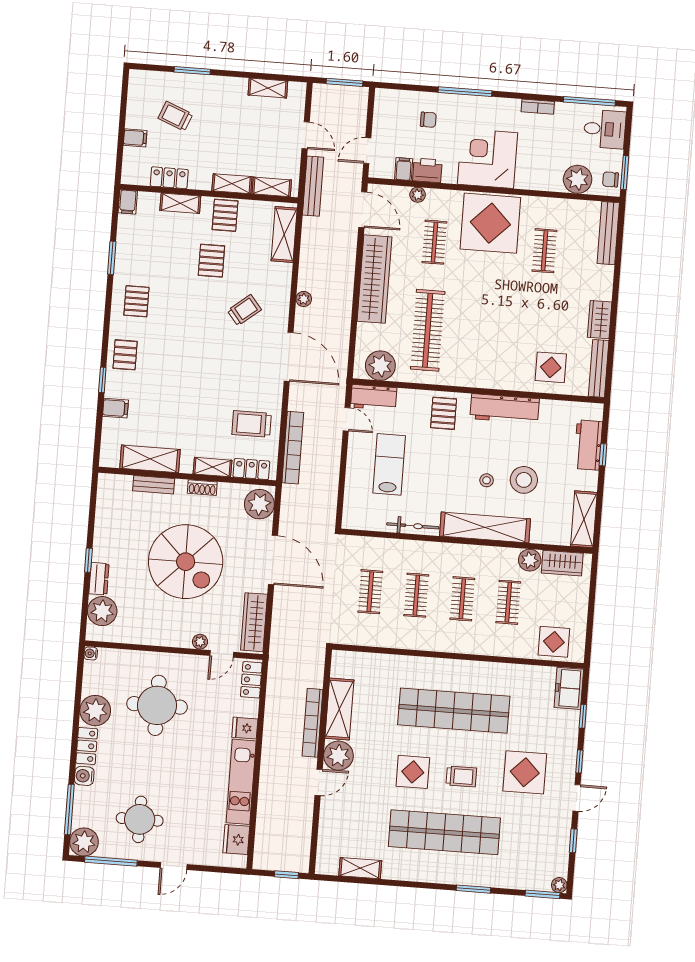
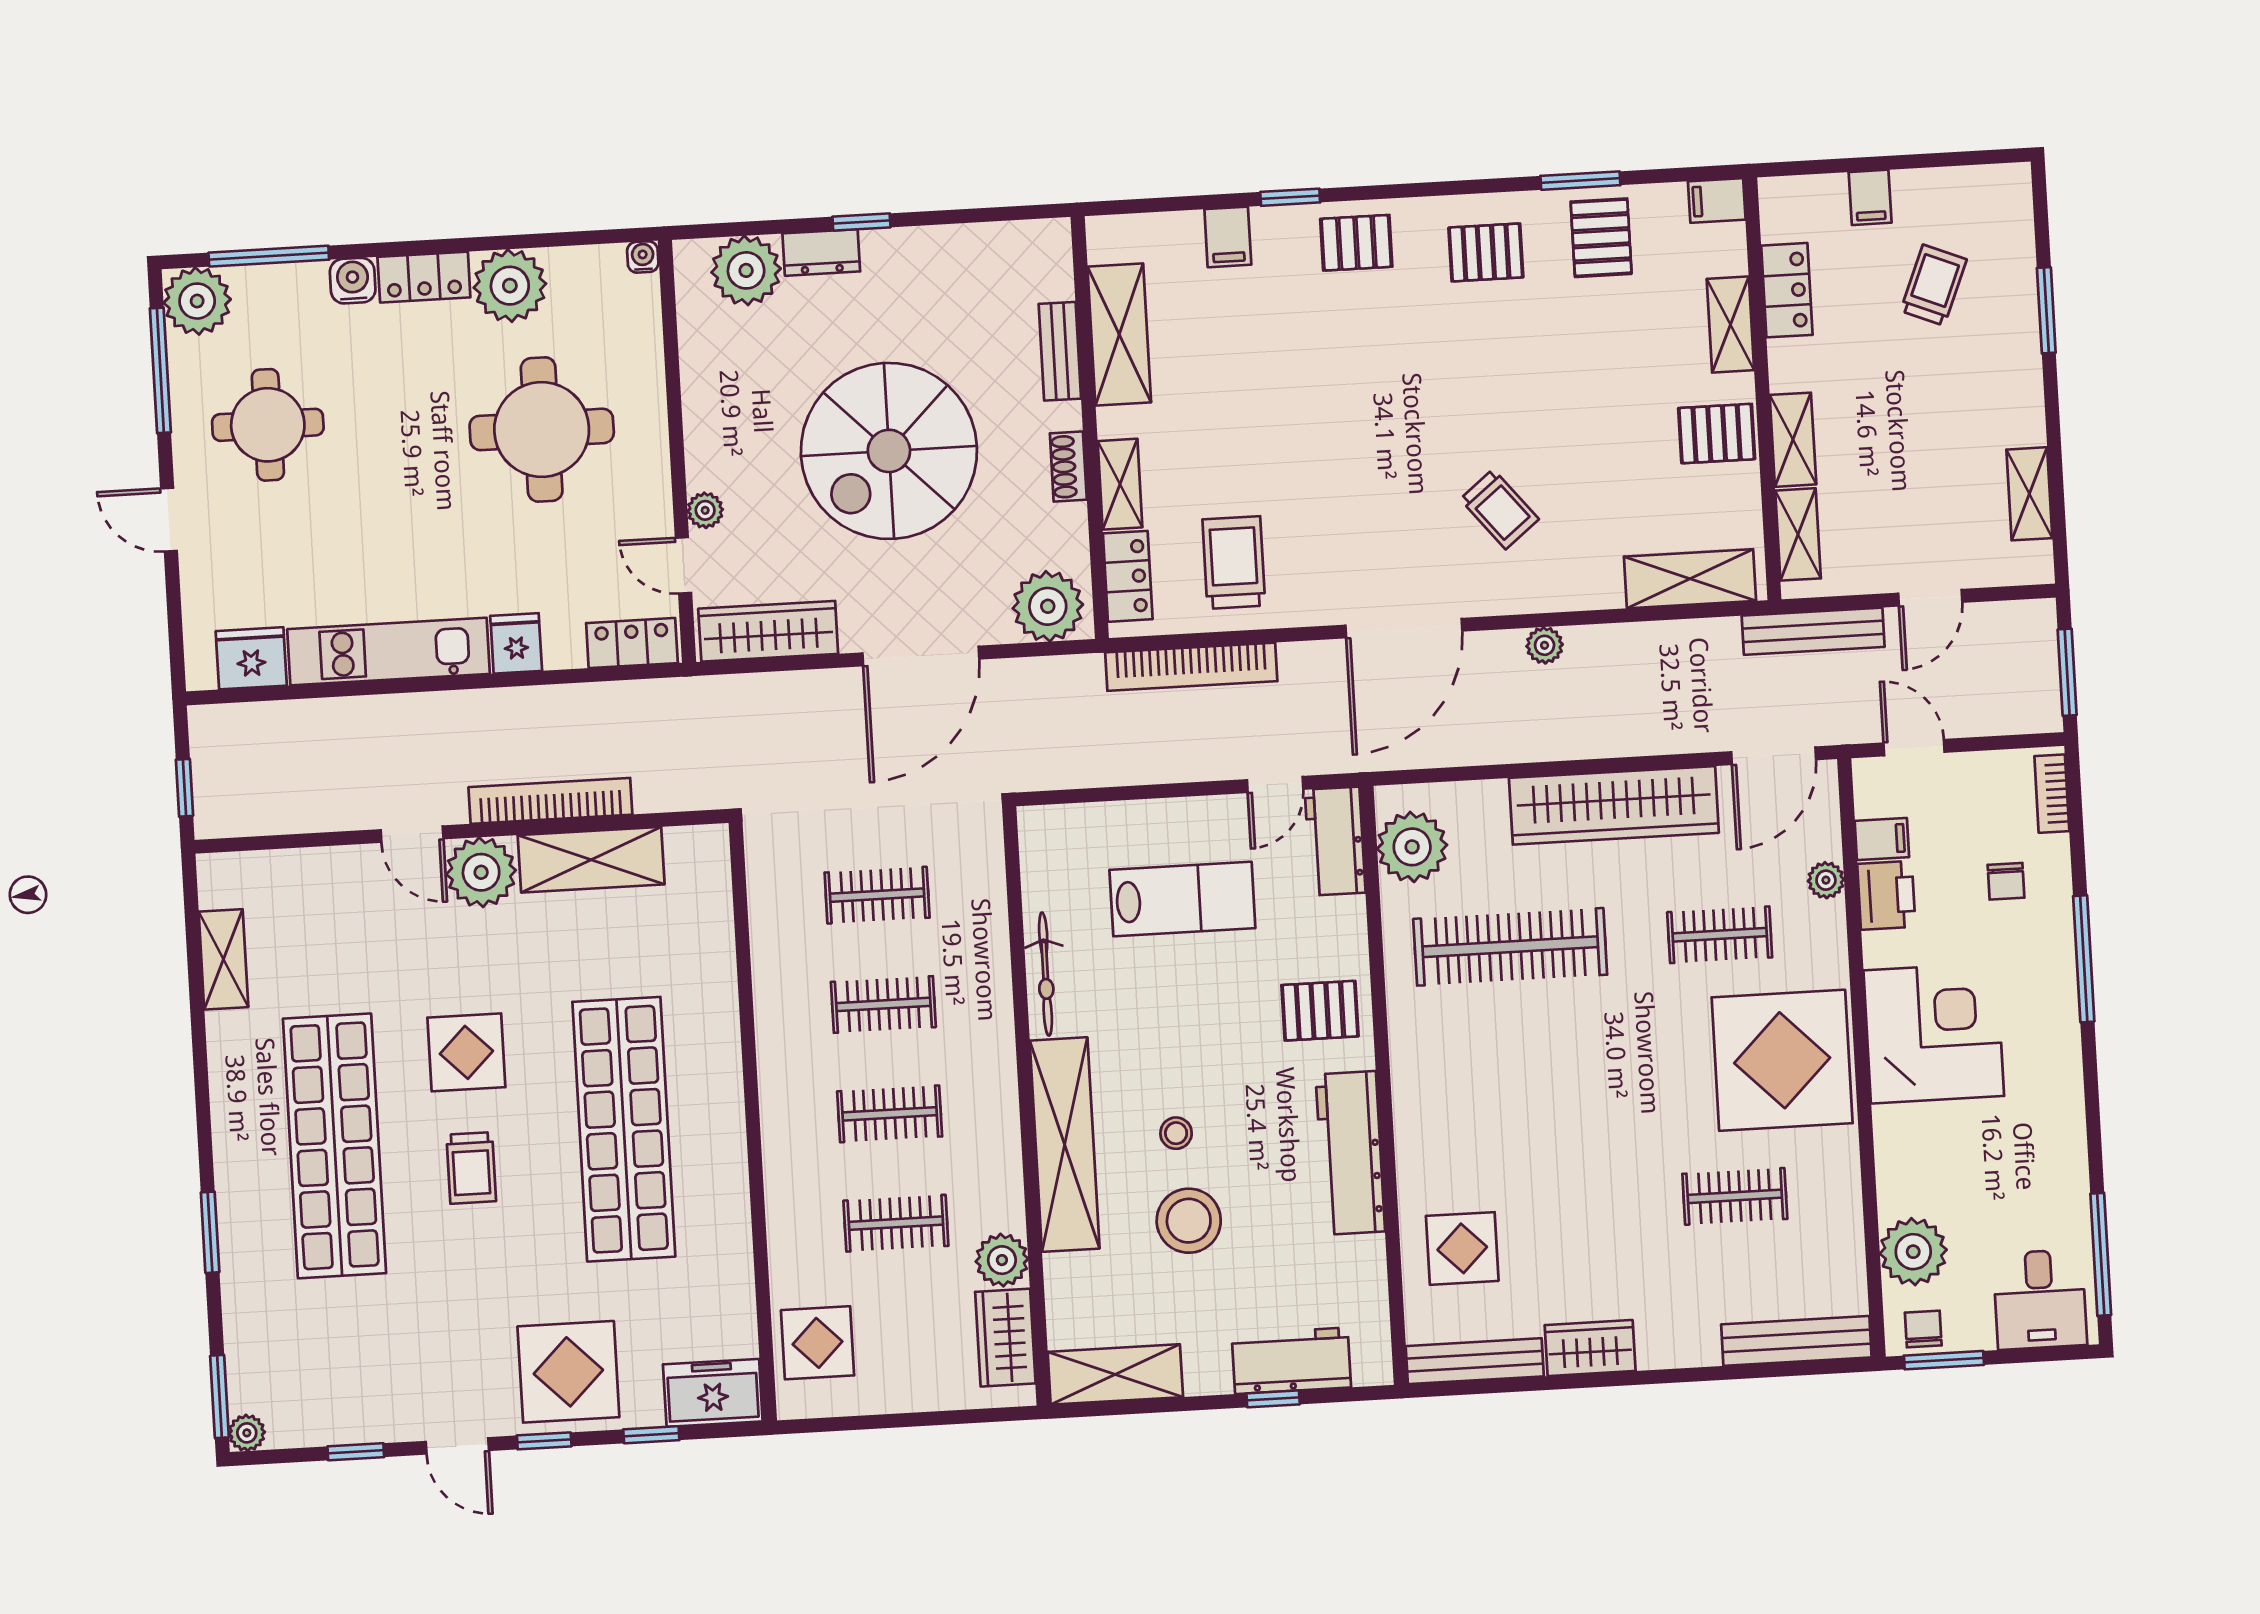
bookcase: (538, 107) -> (2052, 794), moved
pallet: (211, 261) -> (1601, 238), moved, turned 90
display table: (525, 772) -> (568, 1372), moved

